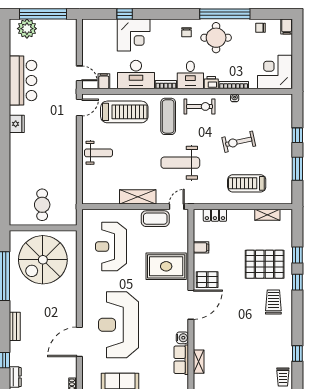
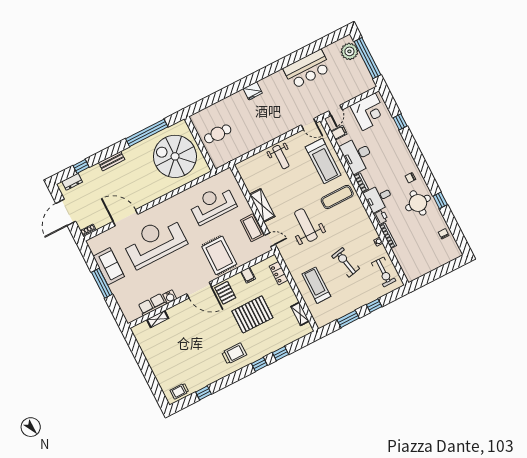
window: (225, 14) -> (440, 200), width x0.32
filing cabinet: (287, 26) -> (455, 254), removed
corner desk: (134, 35) -> (369, 112), moved, turned -90
corner desk: (275, 72) -> (415, 262), removed
exercise bike: (200, 106) -> (384, 272), moved
fridge: (17, 124) -> (253, 91), moved
pallet: (265, 264) -> (252, 314), moved, turned 90

